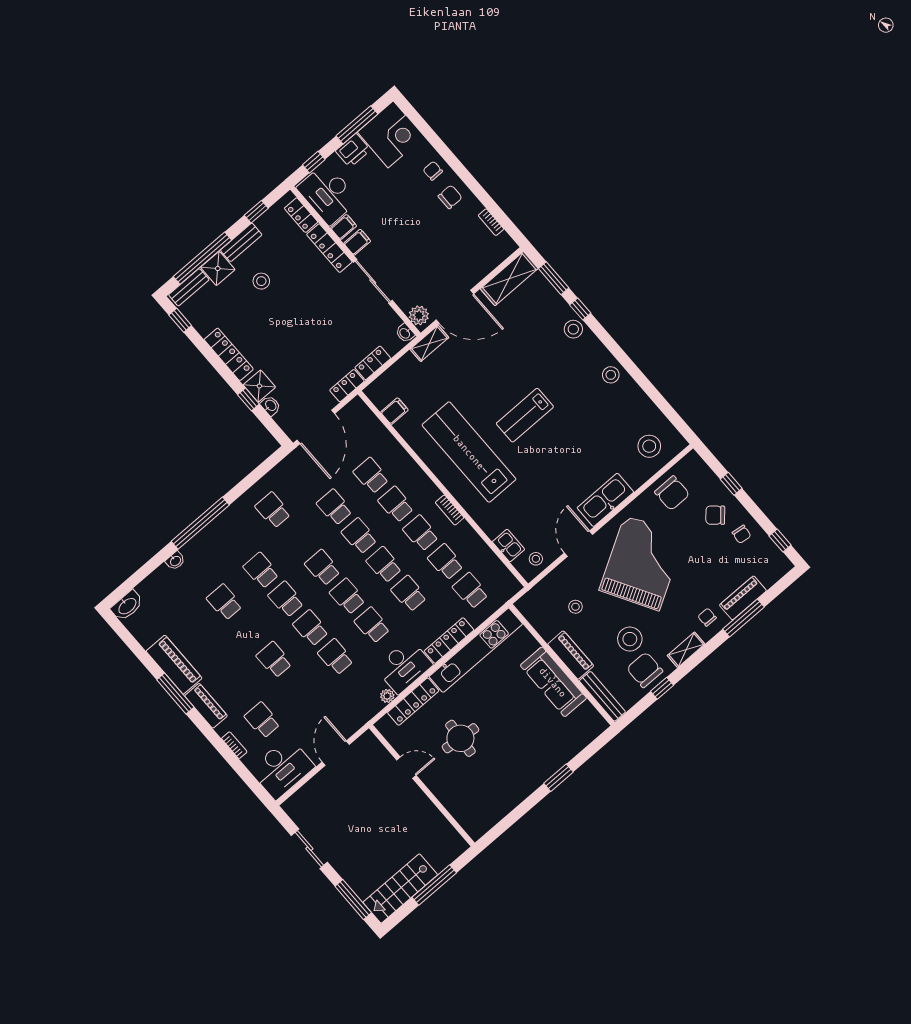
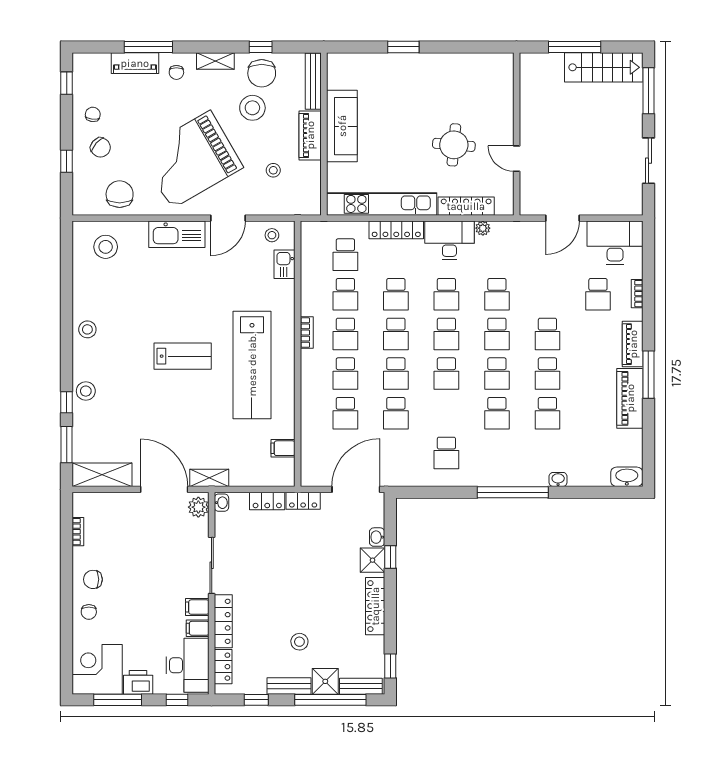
school desk: (249, 631) -> (547, 374), added

